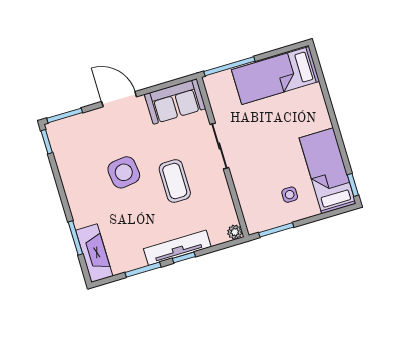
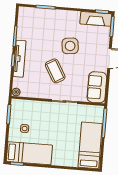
coffee table: (175, 181) -> (55, 71), turned 60
fireplace: (94, 253) -> (96, 19), moved

